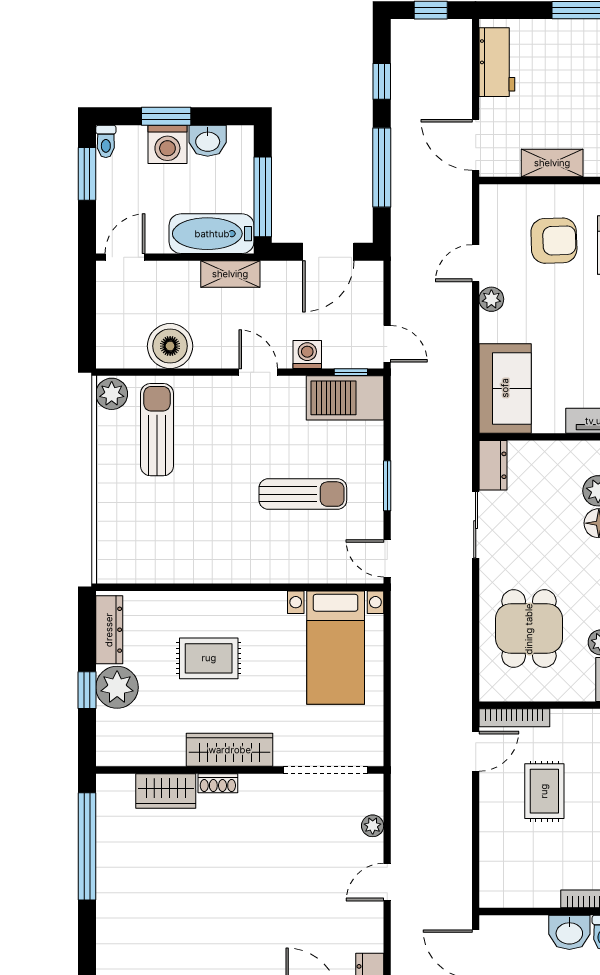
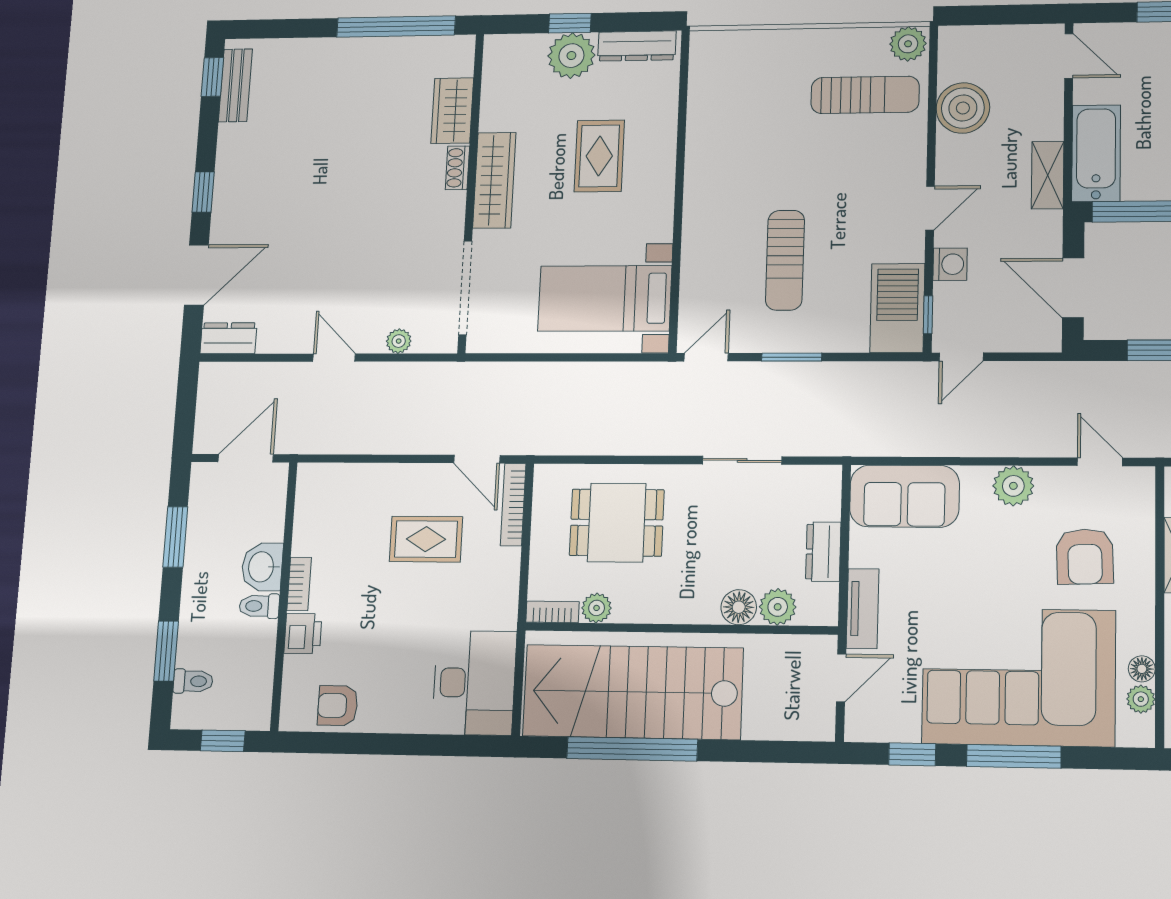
door: (476, 263) -> (1100, 462), moved
plant: (491, 299) -> (1013, 486), width x1.38, depth x1.38
dresser: (493, 465) -> (823, 552), moved, turned 90

